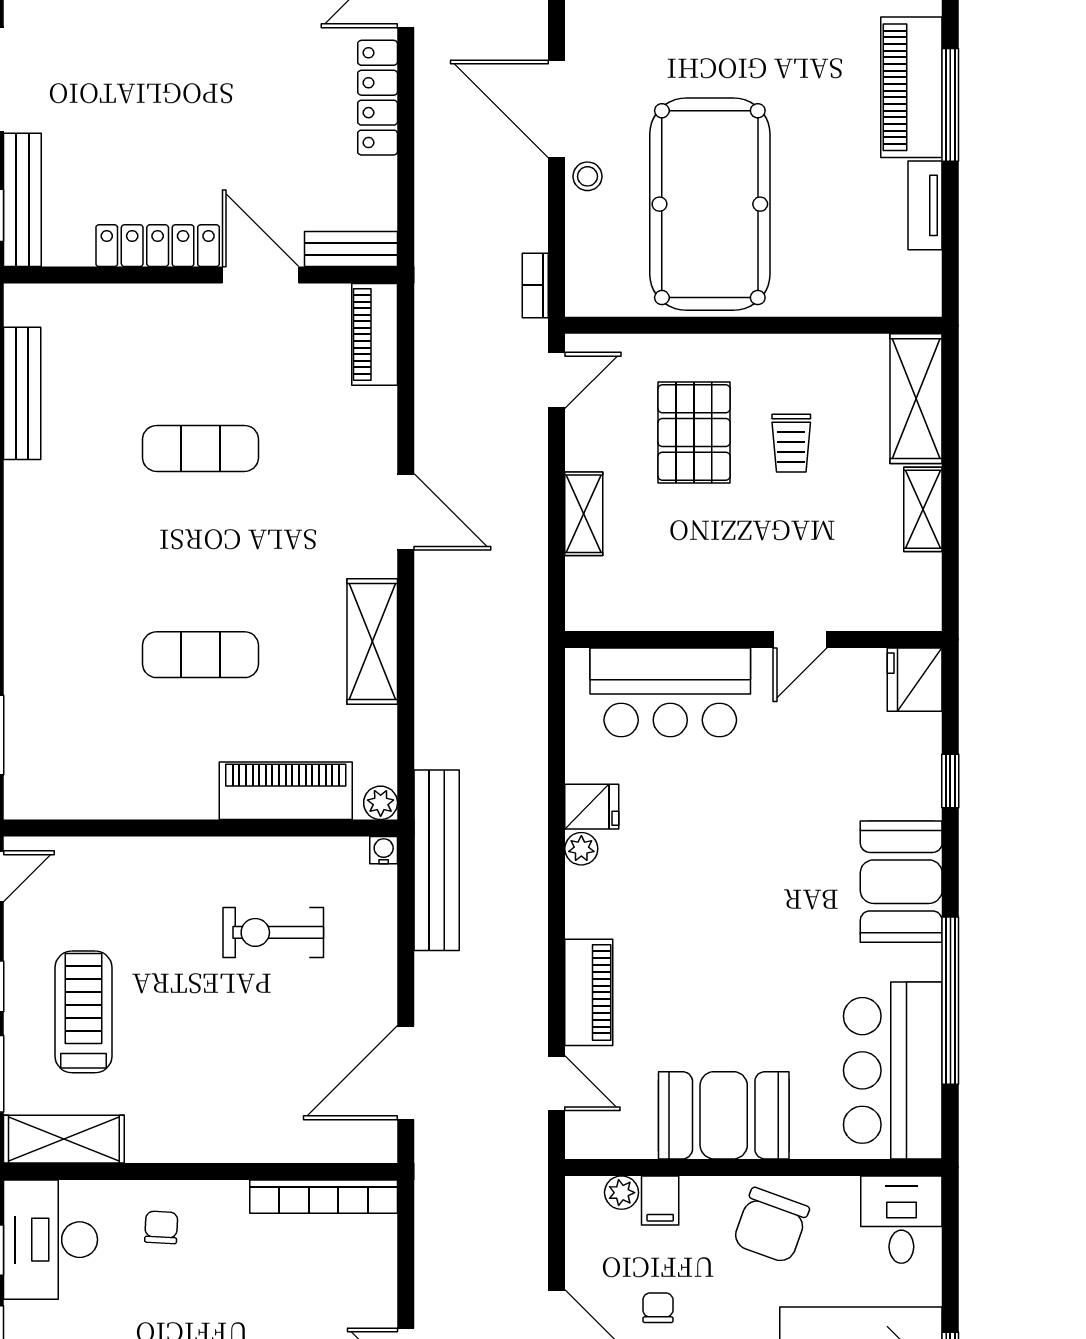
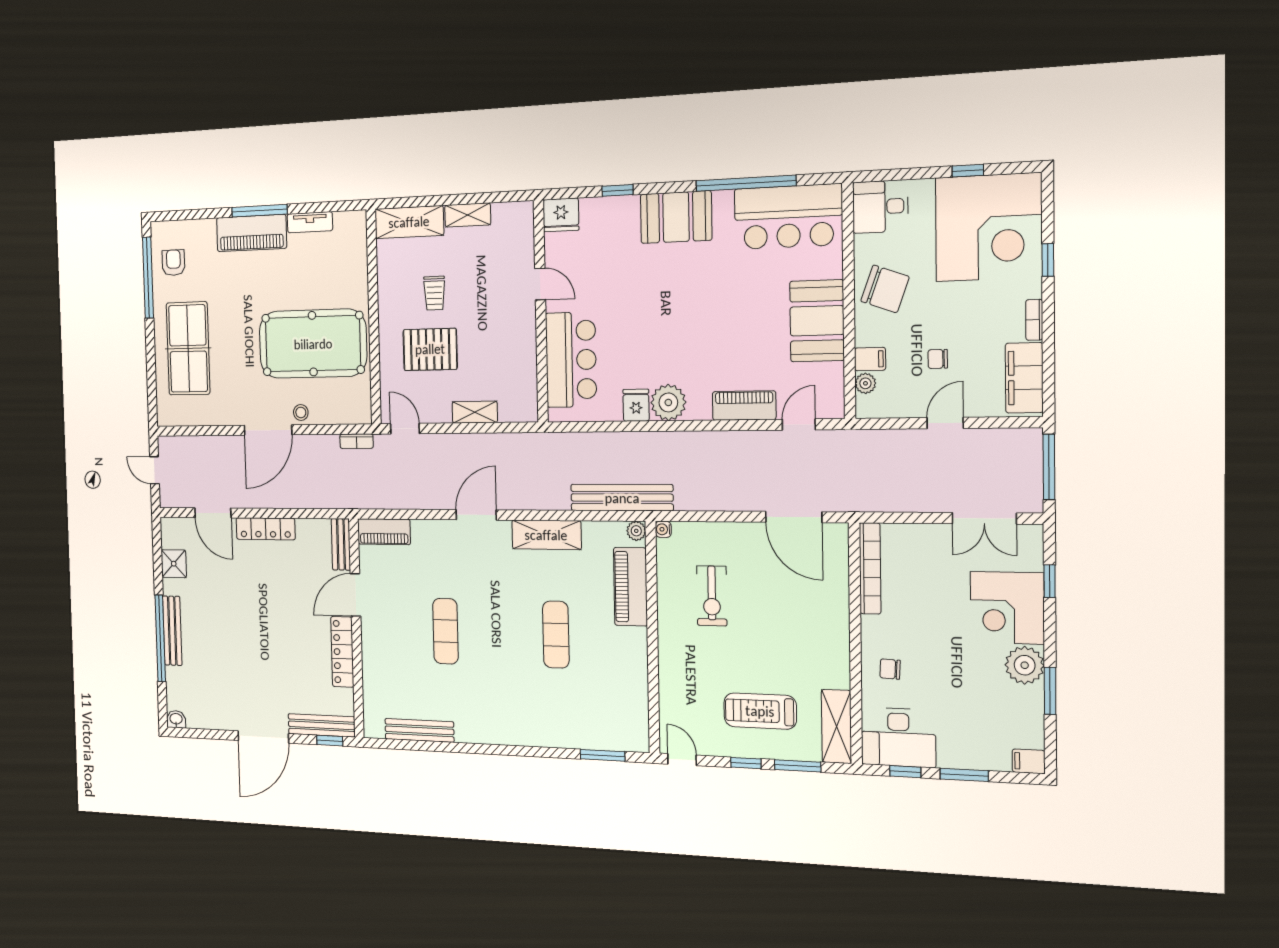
trolley: (791, 443) -> (434, 293), turned 90
plant: (581, 849) -> (668, 402), width x1.87, depth x1.87
bench: (437, 860) -> (622, 498), moved

